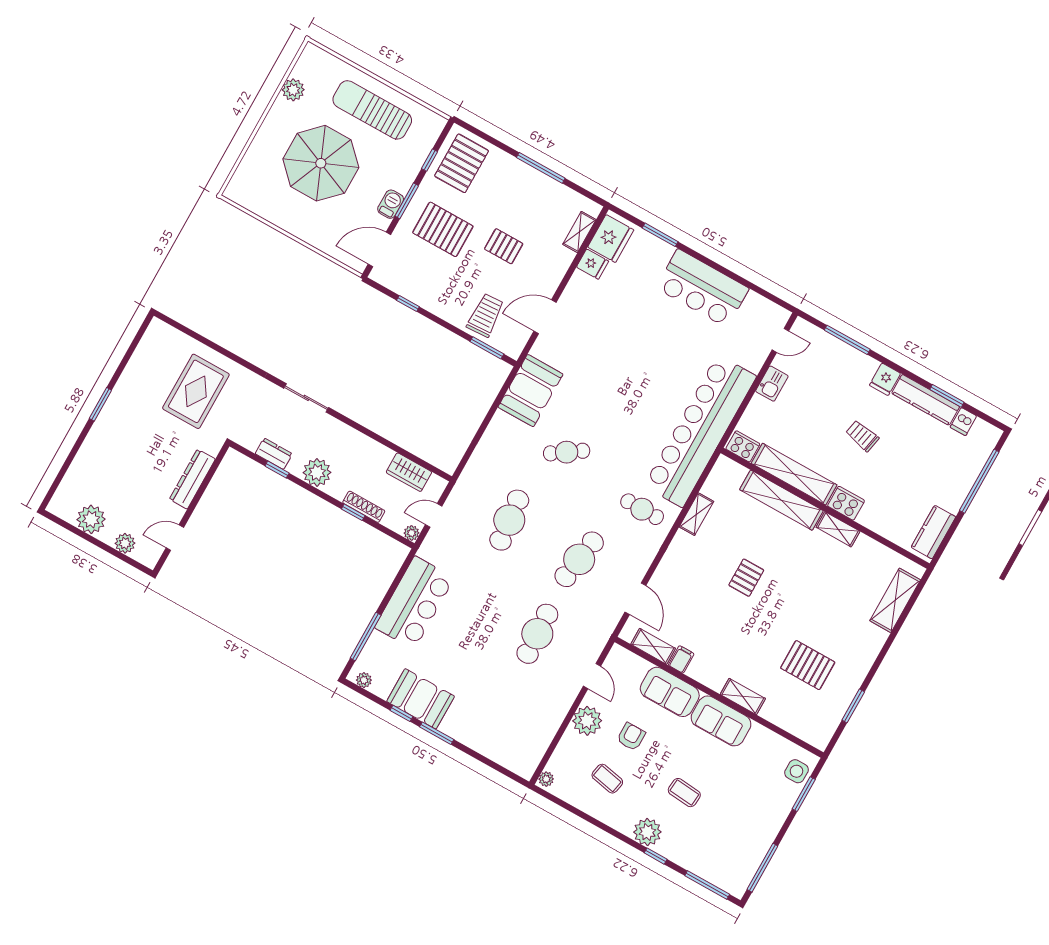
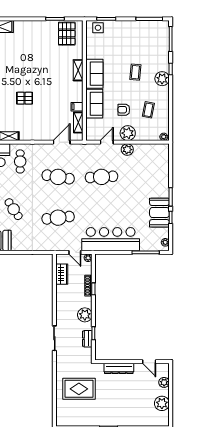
bar counter: (414, 603) -> (111, 239), width x1.36
pallet: (808, 665) -> (67, 34), moved
plant: (559, 704) -> (127, 150), added

